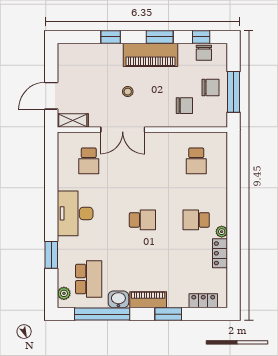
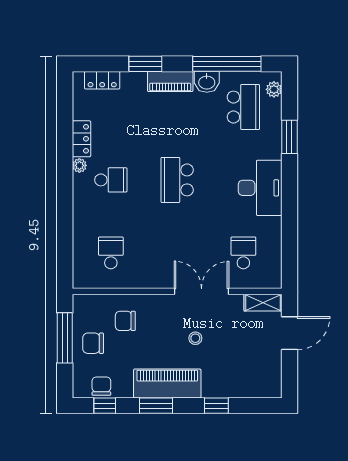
school desk: (142, 220) -> (177, 180), width x1.85
school desk: (89, 279) -> (243, 107), turned 180

